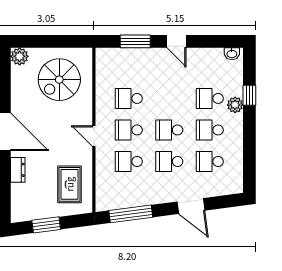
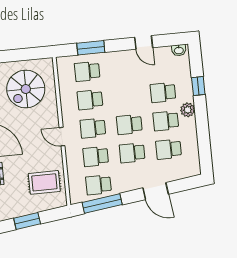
door: (176, 41) -> (144, 42), moved
school desk: (129, 67) -> (87, 71), added
plant: (235, 105) -> (188, 110), moved
rug: (69, 184) -> (44, 182), turned 90
school desk: (129, 193) -> (99, 185), added

